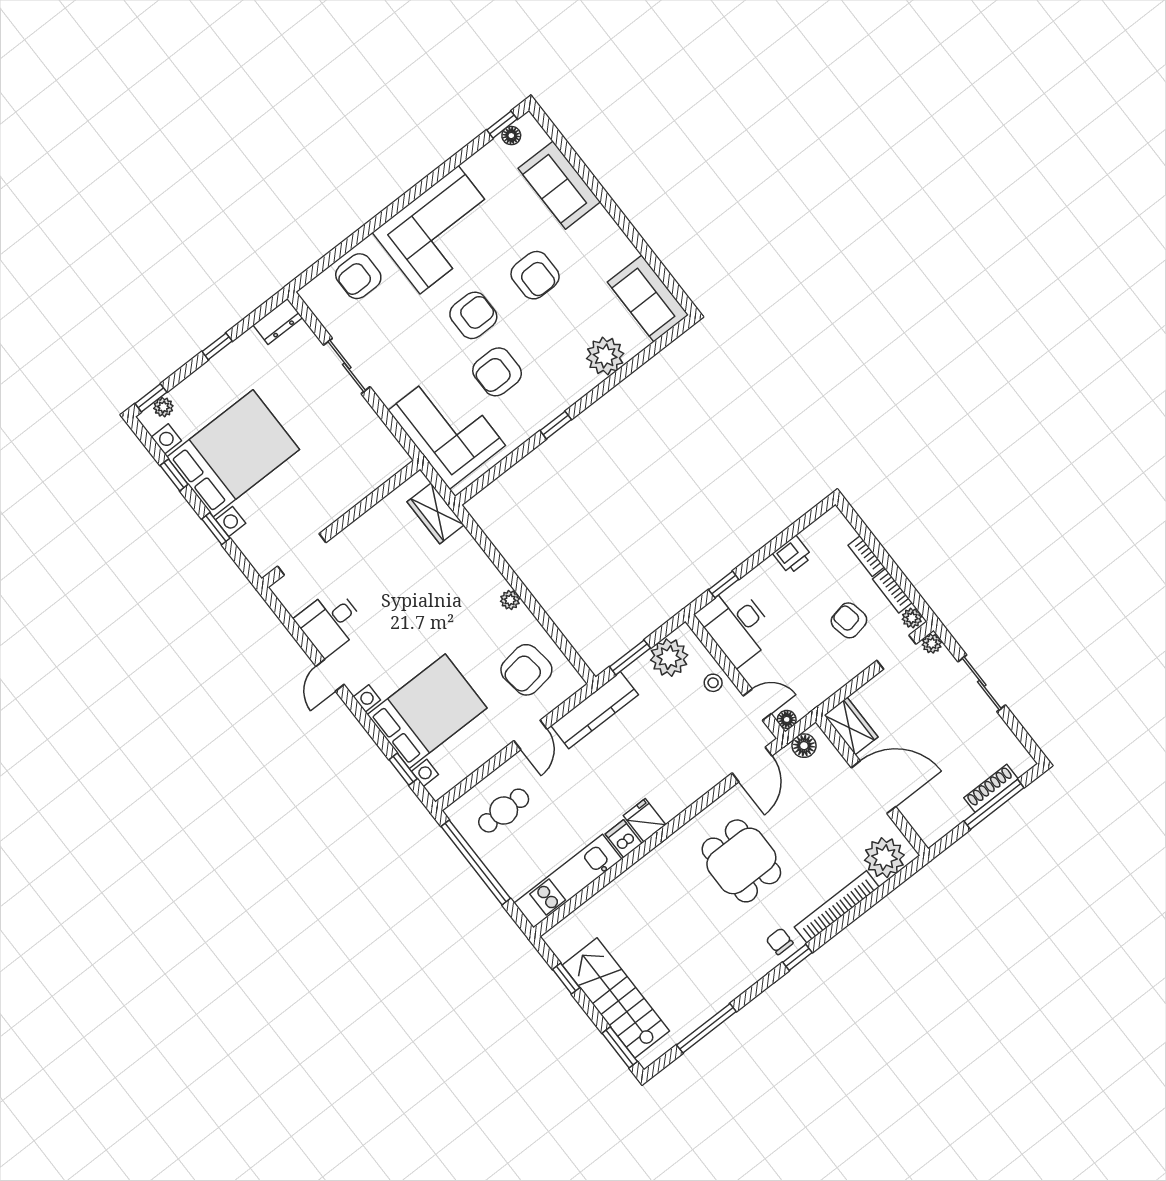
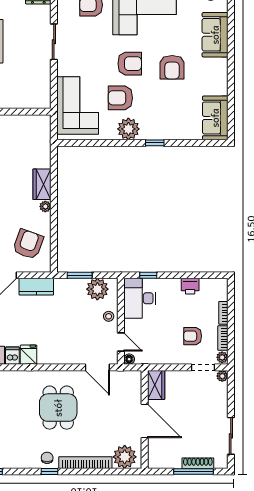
plant: (605, 356) -> (128, 129), moved
window: (556, 425) -> (155, 143), moved
wardrobe: (435, 513) -> (42, 184), moved
armchair: (849, 620) -> (193, 336), turned -79
armchair: (526, 670) -> (28, 244), turned 118
sliding door: (982, 683) -> (231, 436), moved
kitchen counter: (595, 710) -> (36, 287), width x0.67
floor lamp: (804, 746) -> (128, 377), removed
door: (752, 764) -> (97, 367), hinge flipped

